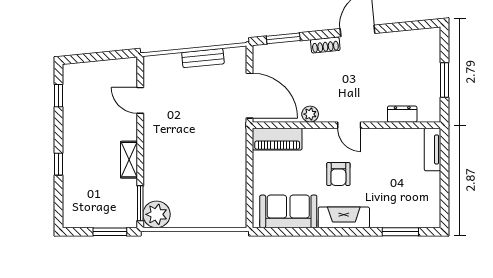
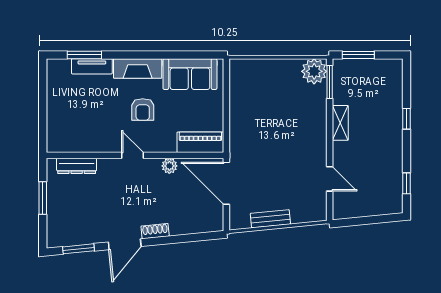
window: (283, 38) -> (79, 249), moved
dresser: (402, 114) -> (77, 166), width x1.44
tv unit: (432, 149) -> (92, 66), moved, turned 90
armchair: (338, 174) -> (143, 109), turned 180

